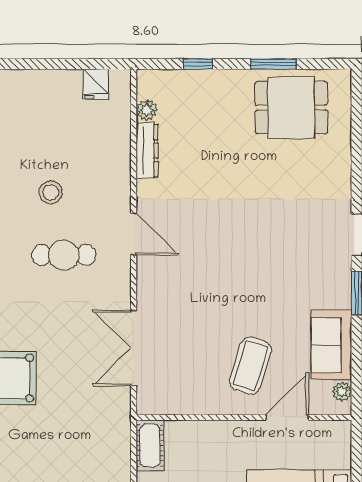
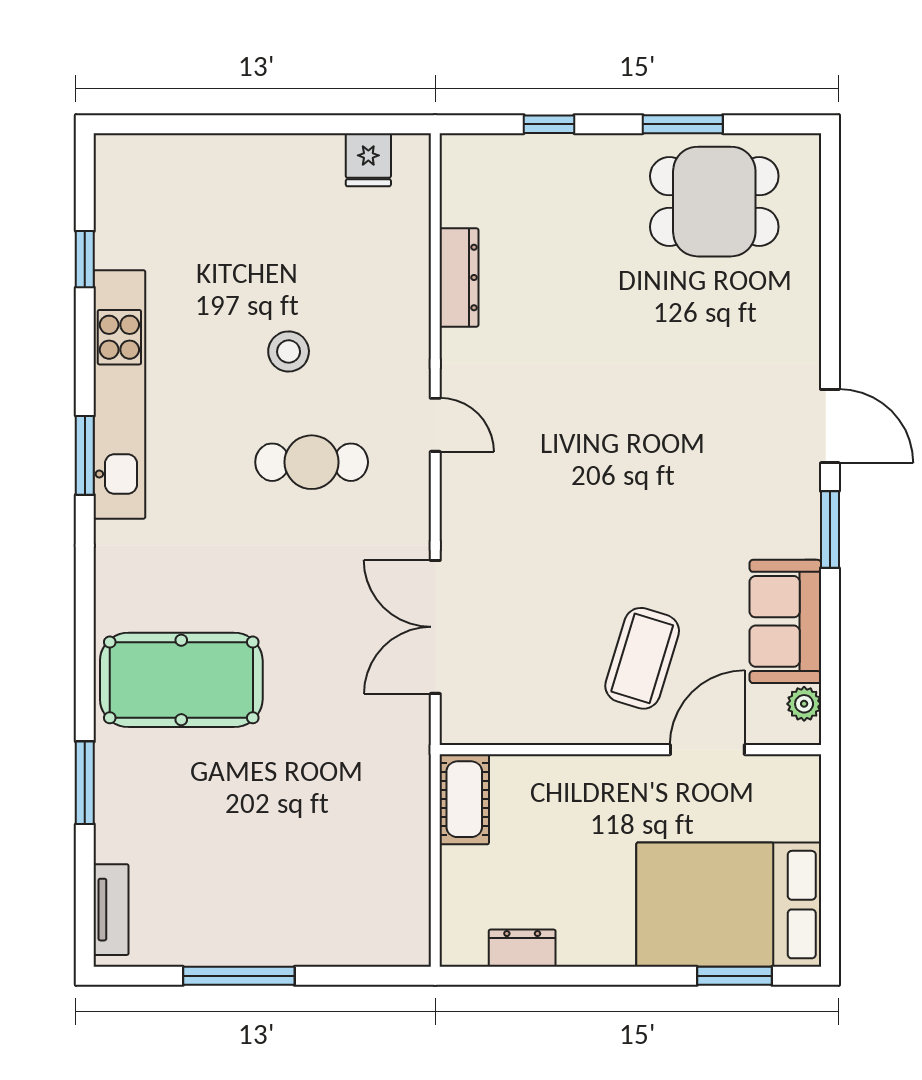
plant: (147, 110) -> (459, 206), removed
door: (134, 234) -> (435, 425), width x0.73

